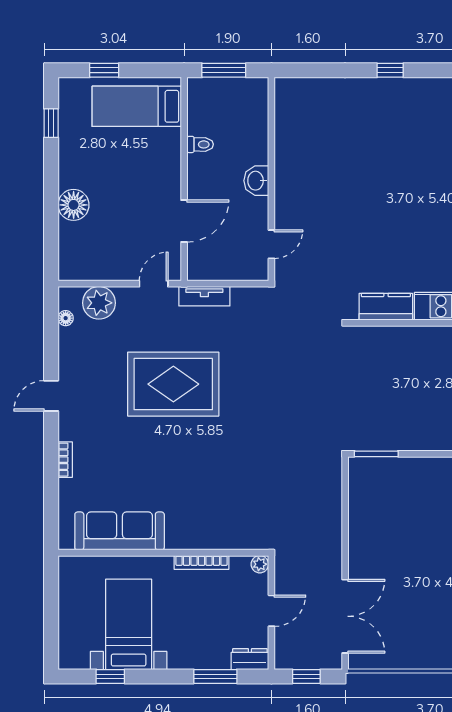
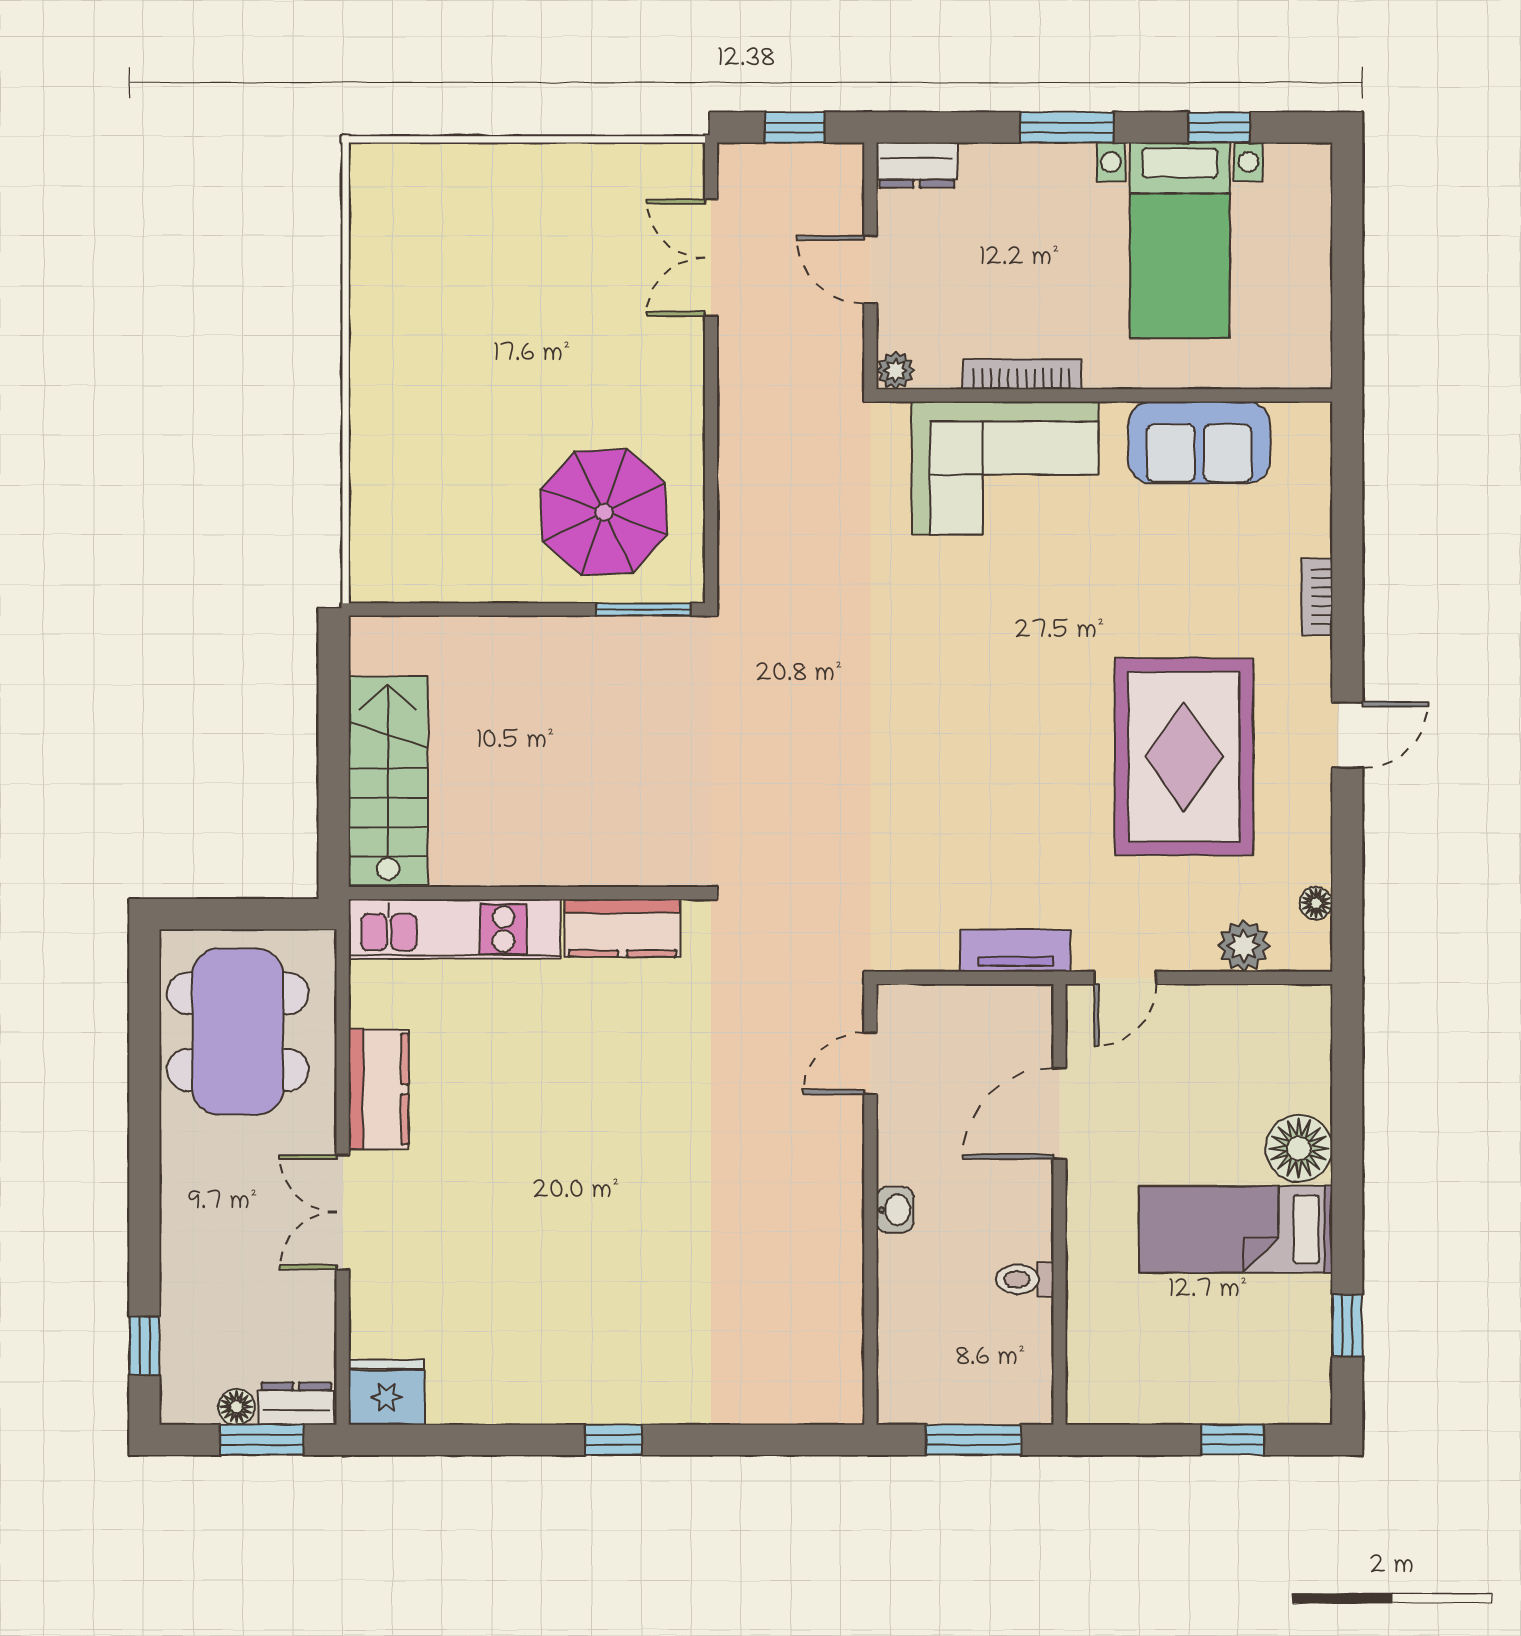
bed: (137, 106) -> (1236, 1229), moved, turned 180
washbasin: (256, 181) -> (895, 1210), width x0.72, depth x0.69
plant: (99, 303) -> (1244, 946), width x0.73, depth x0.73
rug: (173, 384) -> (1184, 757), moved, turned 90
parasol: (394, 499) -> (604, 512), added
corner sofa: (209, 519) -> (1005, 468), added
sofa: (120, 531) -> (1199, 442), width x0.73
door: (271, 611) -> (870, 270), hinge flipped
double door: (345, 616) -> (711, 258), width x0.73
window: (215, 676) -> (1067, 127), moved

